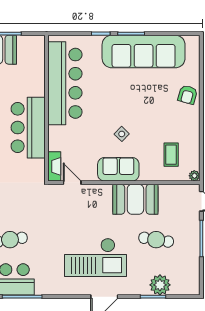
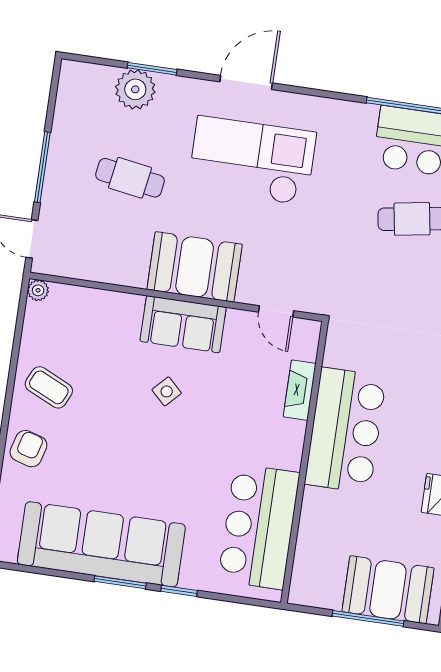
bar counter: (65, 83) -> (259, 527), width x0.73
coffee table: (171, 155) -> (49, 387), moved, turned -65
fireplace: (54, 166) -> (300, 390), moved
booth: (135, 199) -> (195, 267), moved

